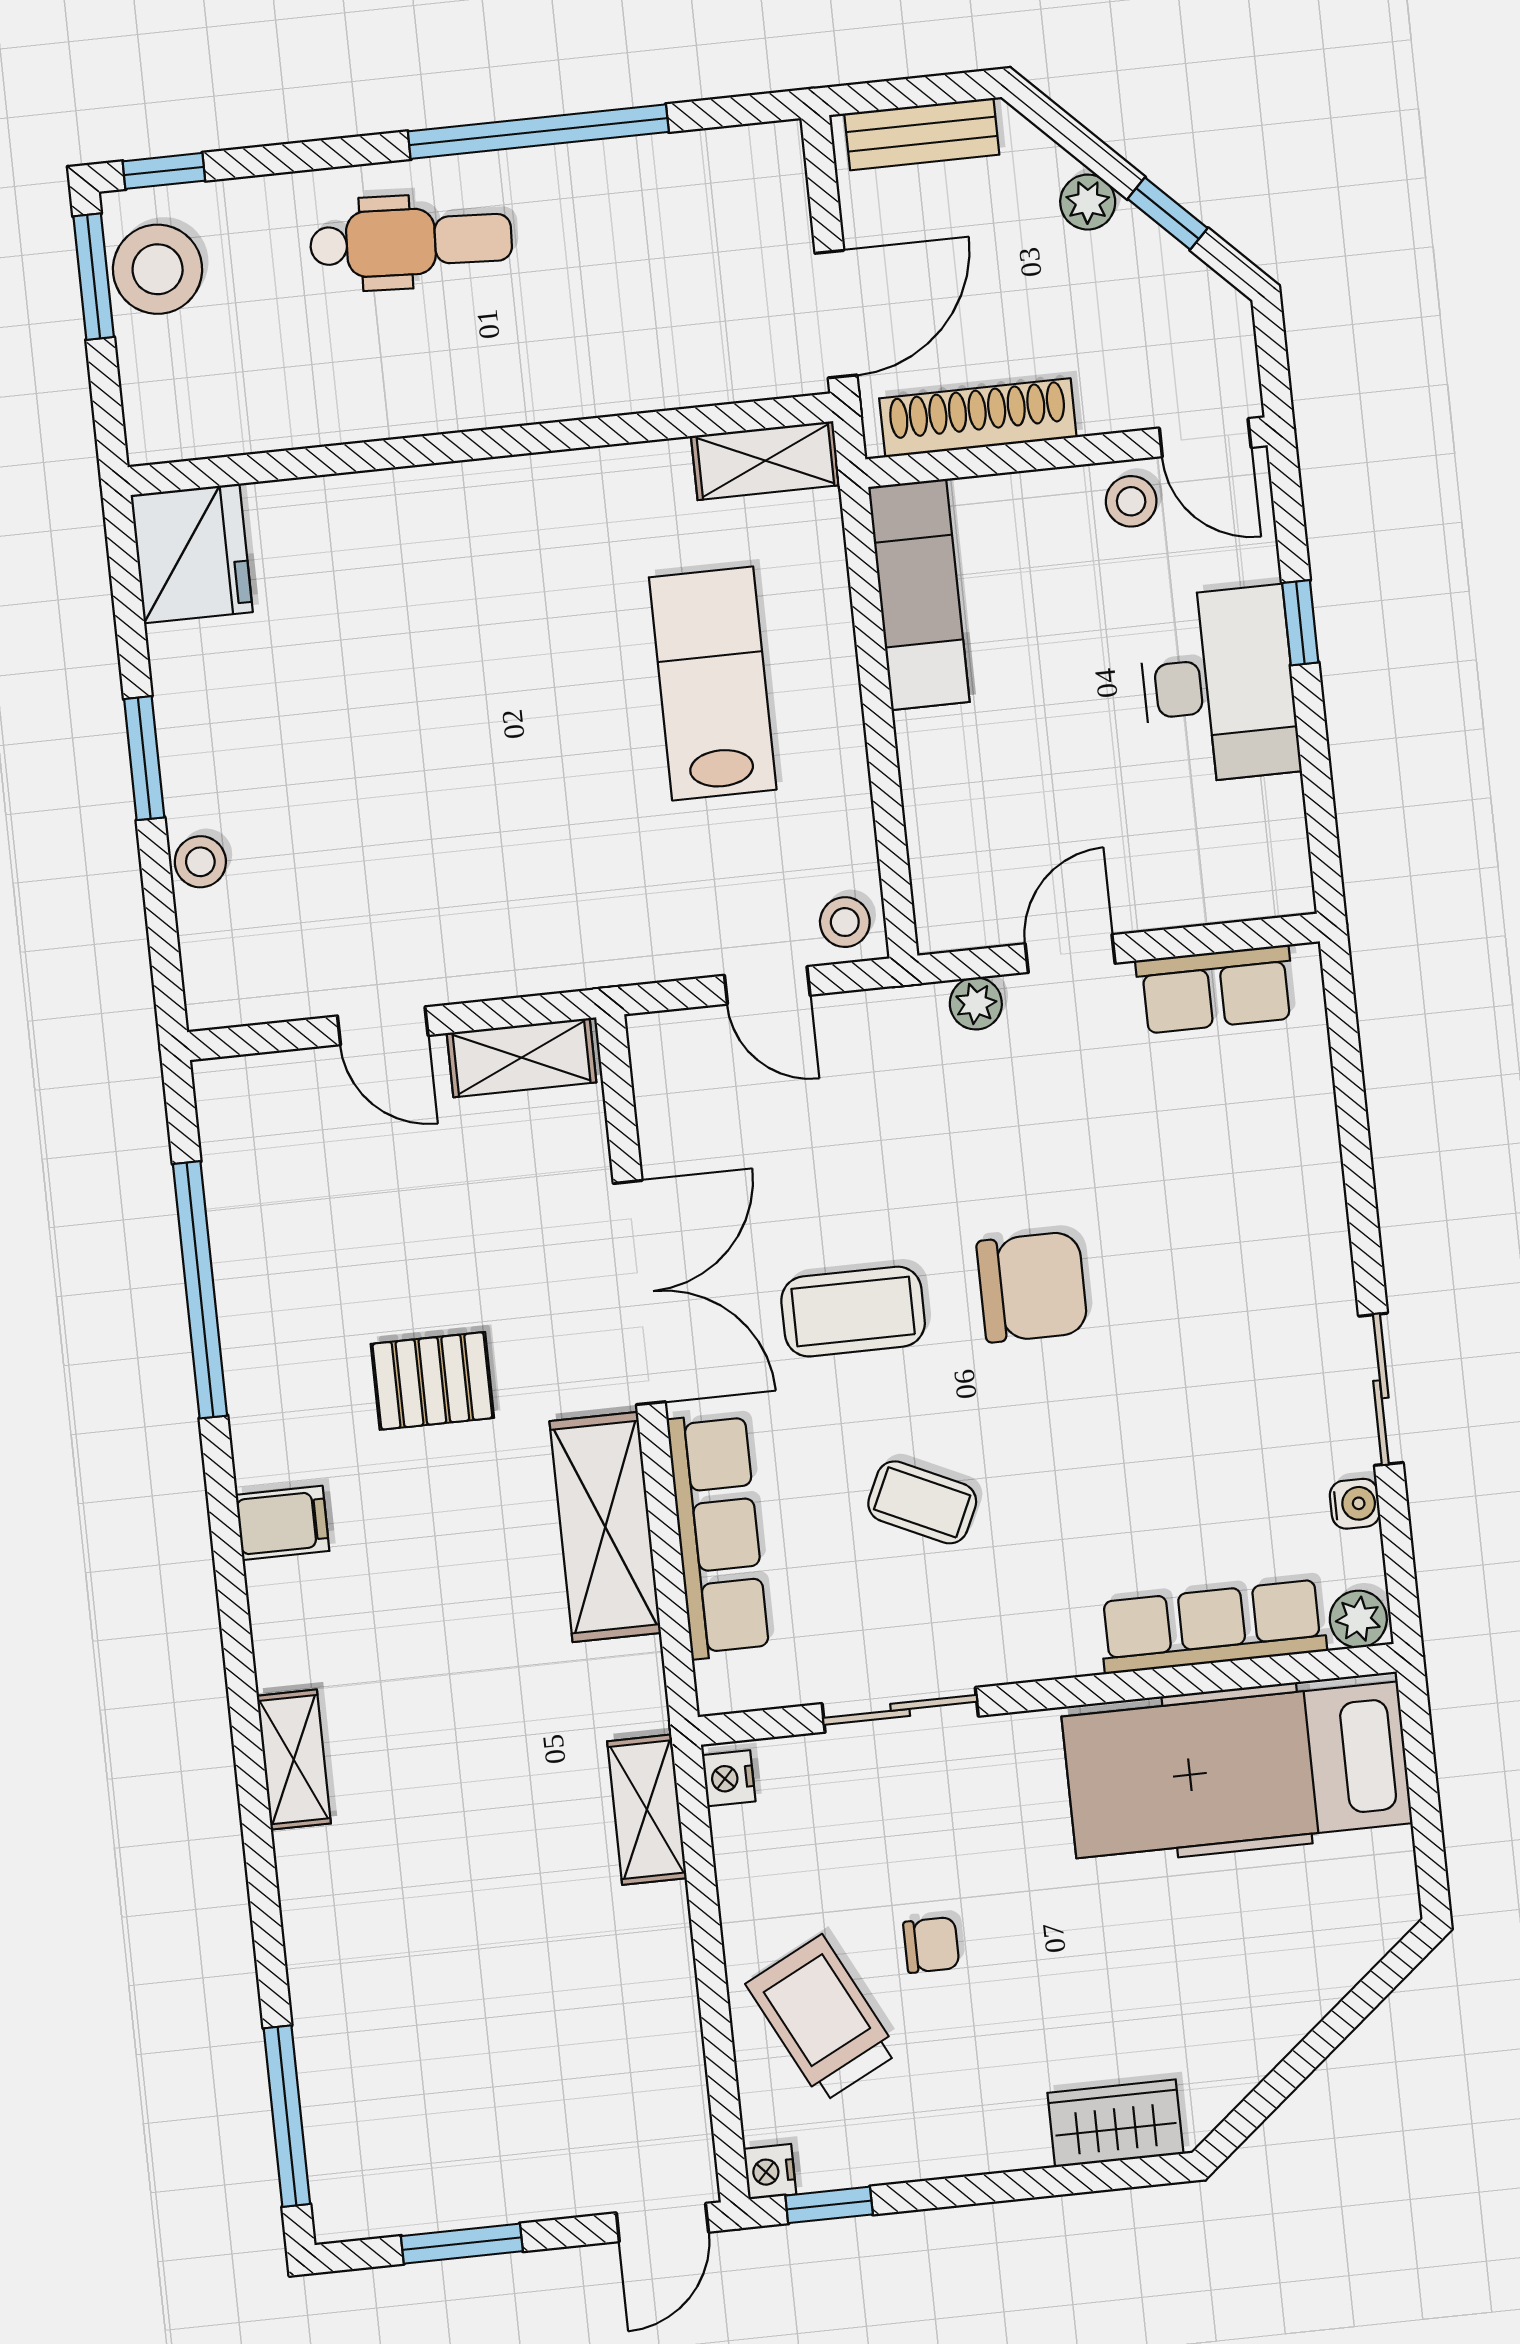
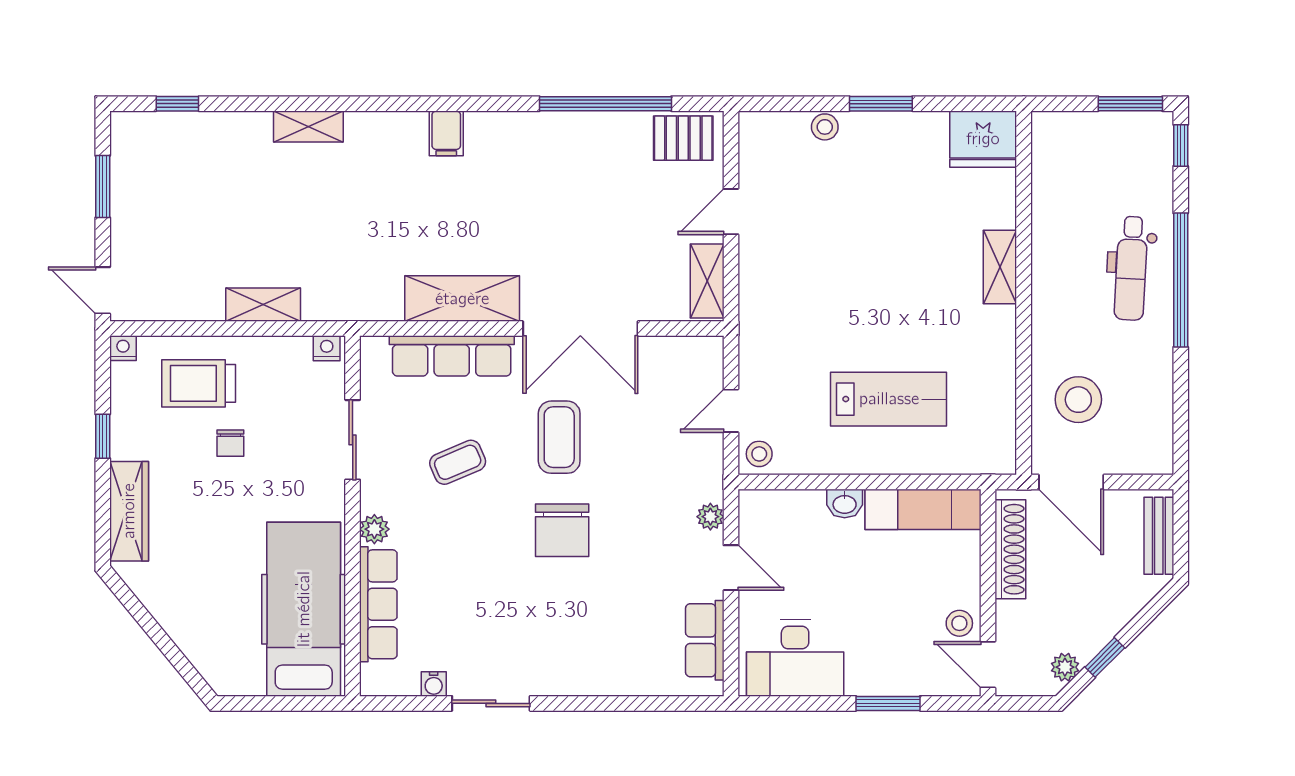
window: (538, 132) -> (1181, 280), moved
plant: (1088, 202) -> (1065, 667), moved
stool: (158, 269) -> (1078, 400), moved
door: (1205, 438) -> (988, 665), hinge flipped
shelving: (765, 461) -> (1000, 267), moved
window: (1300, 623) -> (888, 703), width x1.50
desk: (1218, 685) -> (795, 658), moved
washbasin: (923, 747) -> (845, 504), added
pallet: (432, 1381) -> (683, 138), moved, turned 90
coffee table: (922, 1502) -> (458, 462), turned 42
filing cabinet: (282, 1523) -> (446, 133), moved
plant: (1358, 1619) -> (374, 529), moved
shelving: (294, 1760) -> (308, 126), moved
shelving: (647, 1810) -> (263, 305), moved
trolley: (822, 2018) -> (199, 383), turned -153
window: (287, 2116) -> (177, 104), width x0.46
wardrobe: (1115, 2123) -> (129, 511), width x1.50
window: (829, 2205) -> (103, 436), moved

